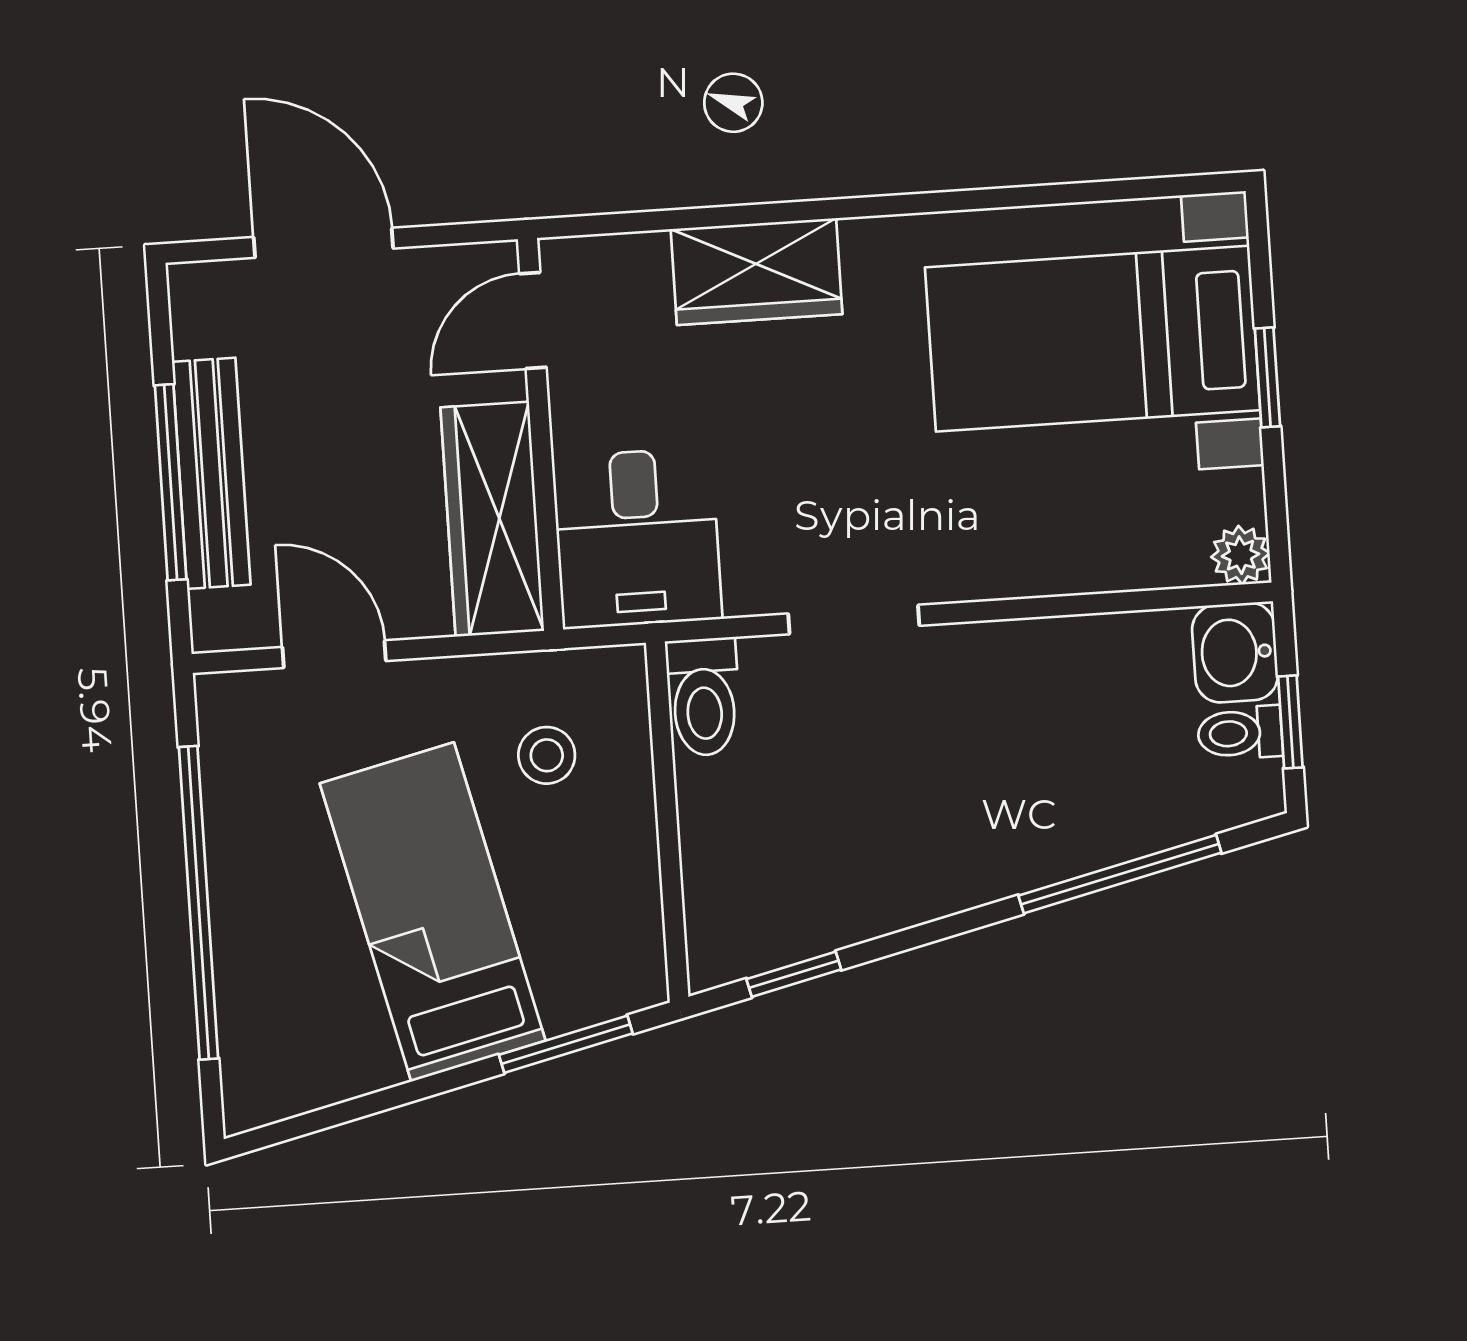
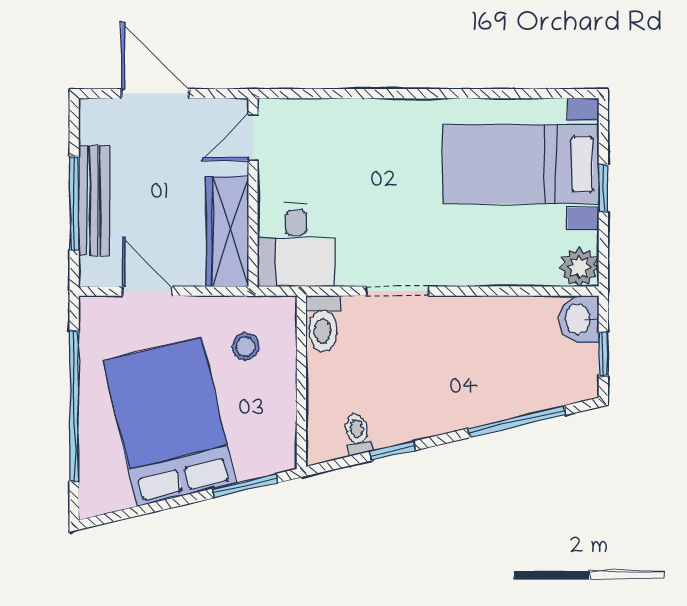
wardrobe: (757, 272) -> (362, 121), removed
plant: (1240, 555) -> (579, 267), width x1.38, depth x1.38
toilet: (1240, 733) -> (358, 434), moved, turned 77
bed: (433, 912) -> (170, 422), width x1.50
window: (794, 974) -> (393, 451), moved

